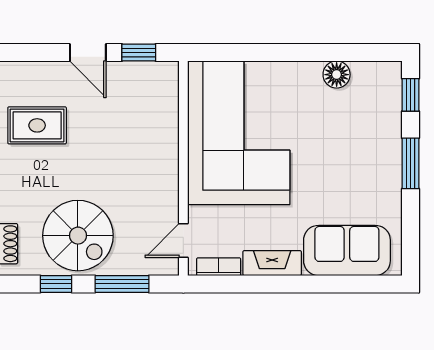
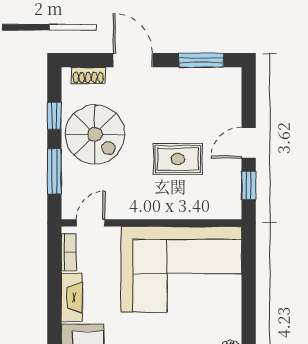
rug: (37, 125) -> (178, 159), moved, turned 90
spiral stairs: (78, 236) -> (95, 134), turned -90
door: (183, 241) -> (91, 223), hinge flipped

